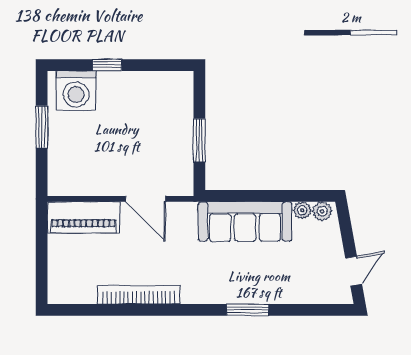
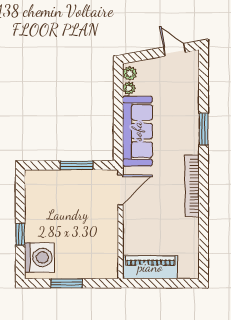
door: (146, 199) -> (120, 190), moved
piano: (83, 217) -> (150, 267), moved, turned -90
bookcase: (139, 295) -> (192, 186), moved

